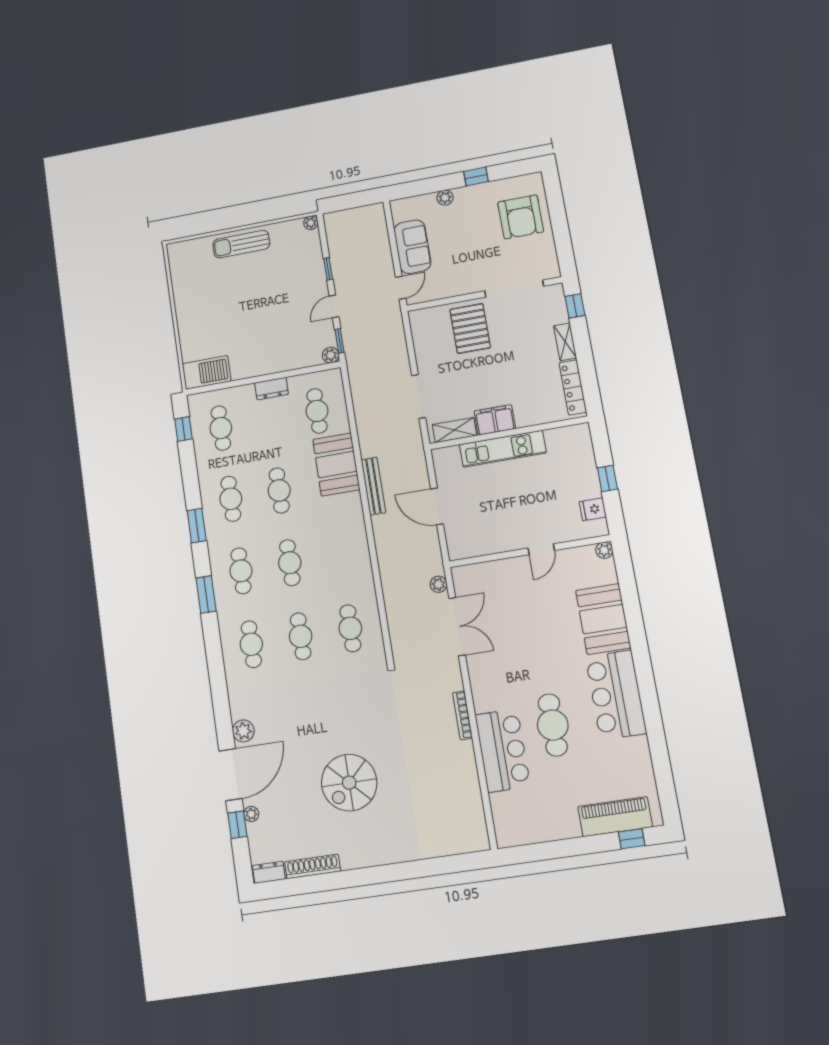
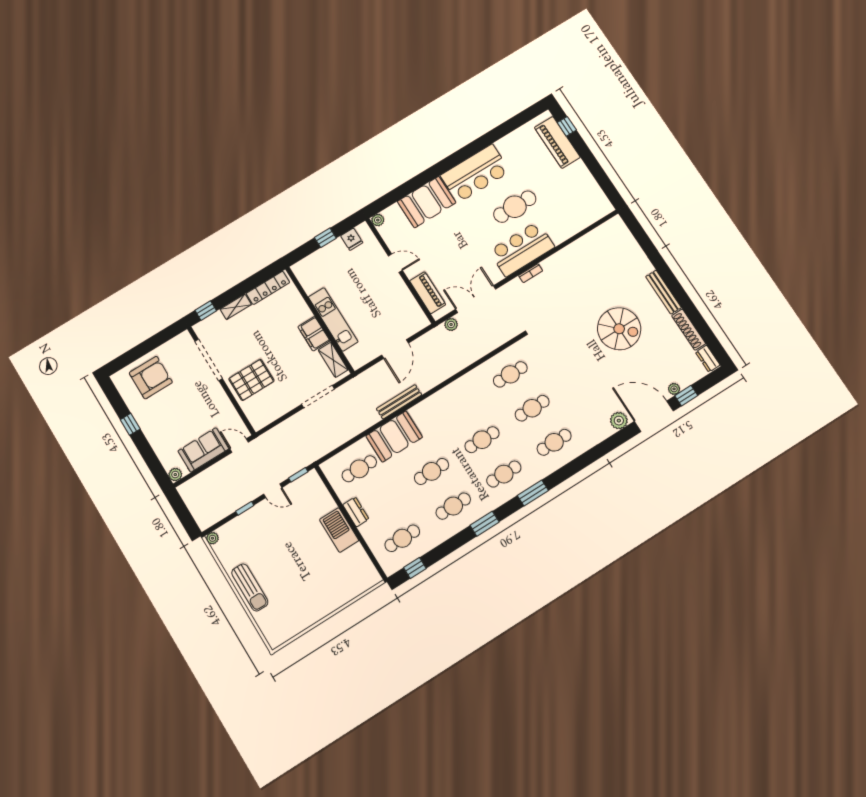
plant: (445, 198) -> (175, 475), moved
plant: (331, 355) -> (312, 477), removed
barbecue: (206, 372) -> (339, 530), moved
piano: (489, 573) -> (428, 293), added
bookcase: (463, 715) -> (531, 273), width x0.64
bar counter: (503, 750) -> (522, 249), moved
bench: (370, 858) -> (664, 292), added

